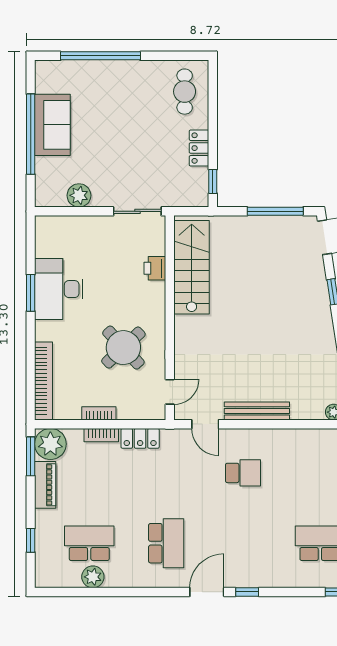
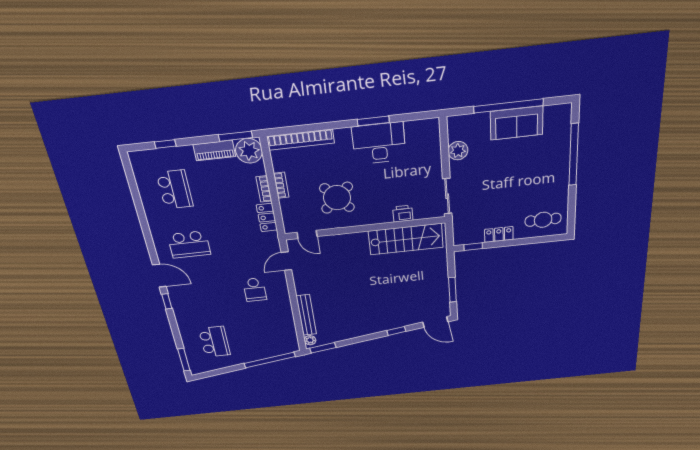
window: (275, 211) -> (452, 290), width x0.69
bench: (257, 411) -> (306, 315), moved
plant: (93, 577) -> (148, 195), removed

